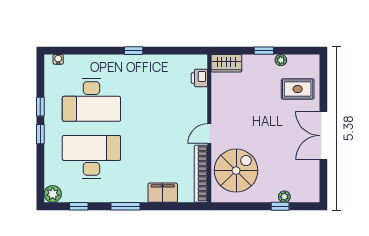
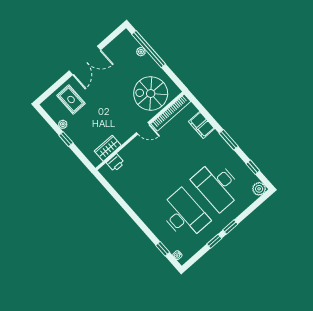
window: (134, 51) -> (163, 249), moved
wardrobe: (226, 63) -> (108, 148), moved, turned -90
window: (280, 206) -> (149, 49), width x3.17

